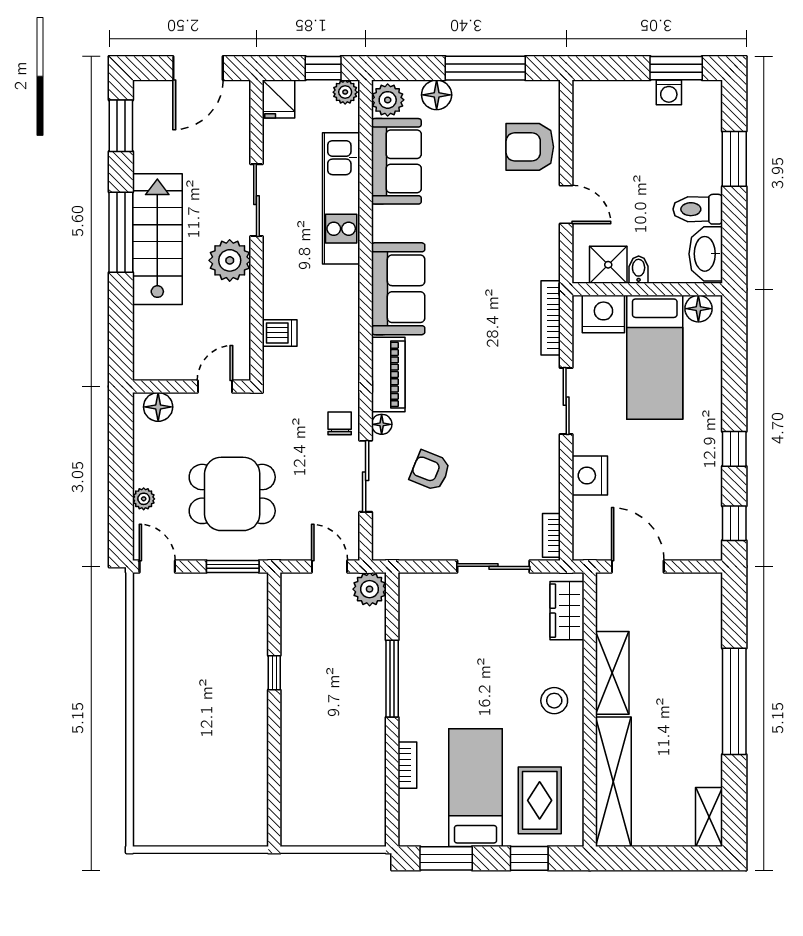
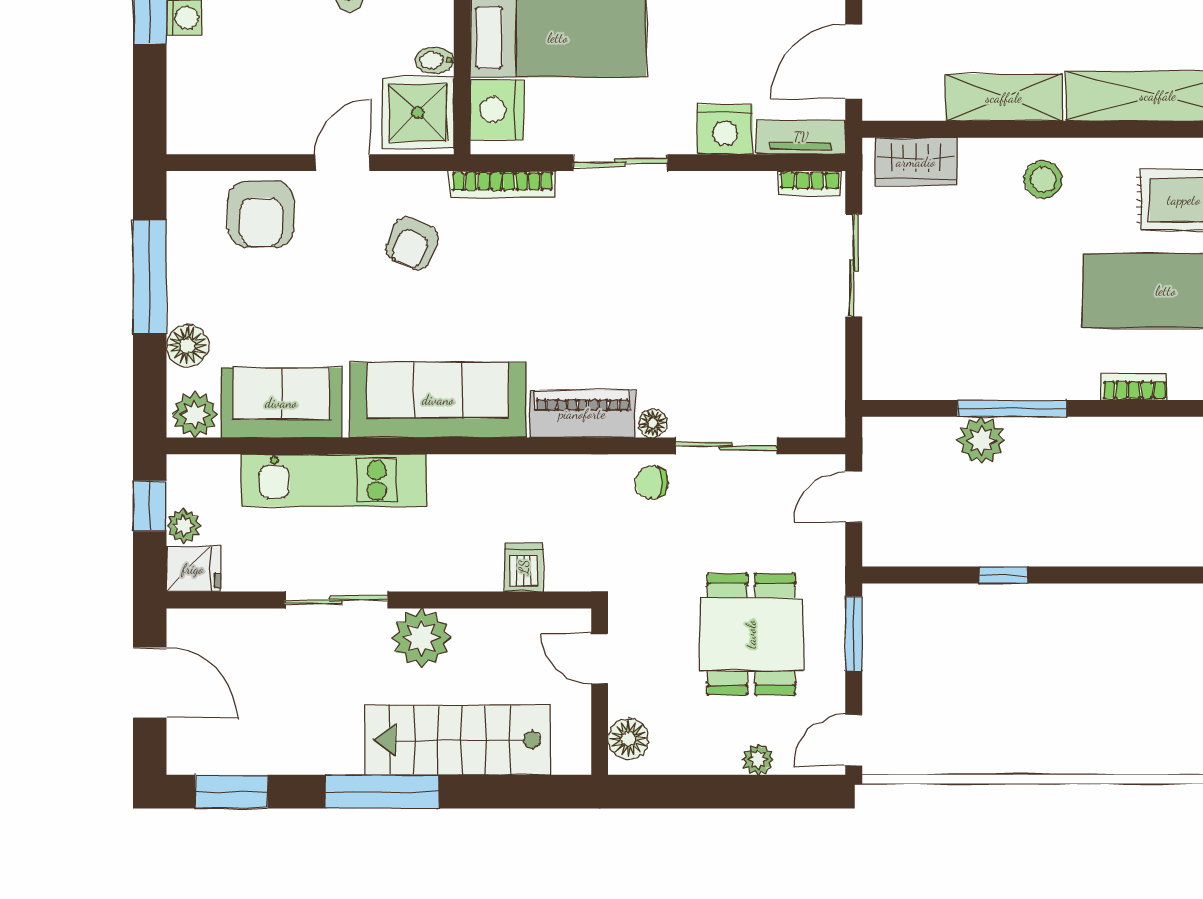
plant: (345, 92) -> (184, 526), moved
stairs: (157, 239) -> (458, 740), moved
shower: (608, 265) -> (418, 113), width x1.36, depth x1.36
sofa: (398, 289) -> (438, 400), width x1.36
armchair: (430, 471) -> (412, 243), moved
tv unit: (584, 529) -> (801, 137), added
plant: (370, 589) -> (981, 440), moved

